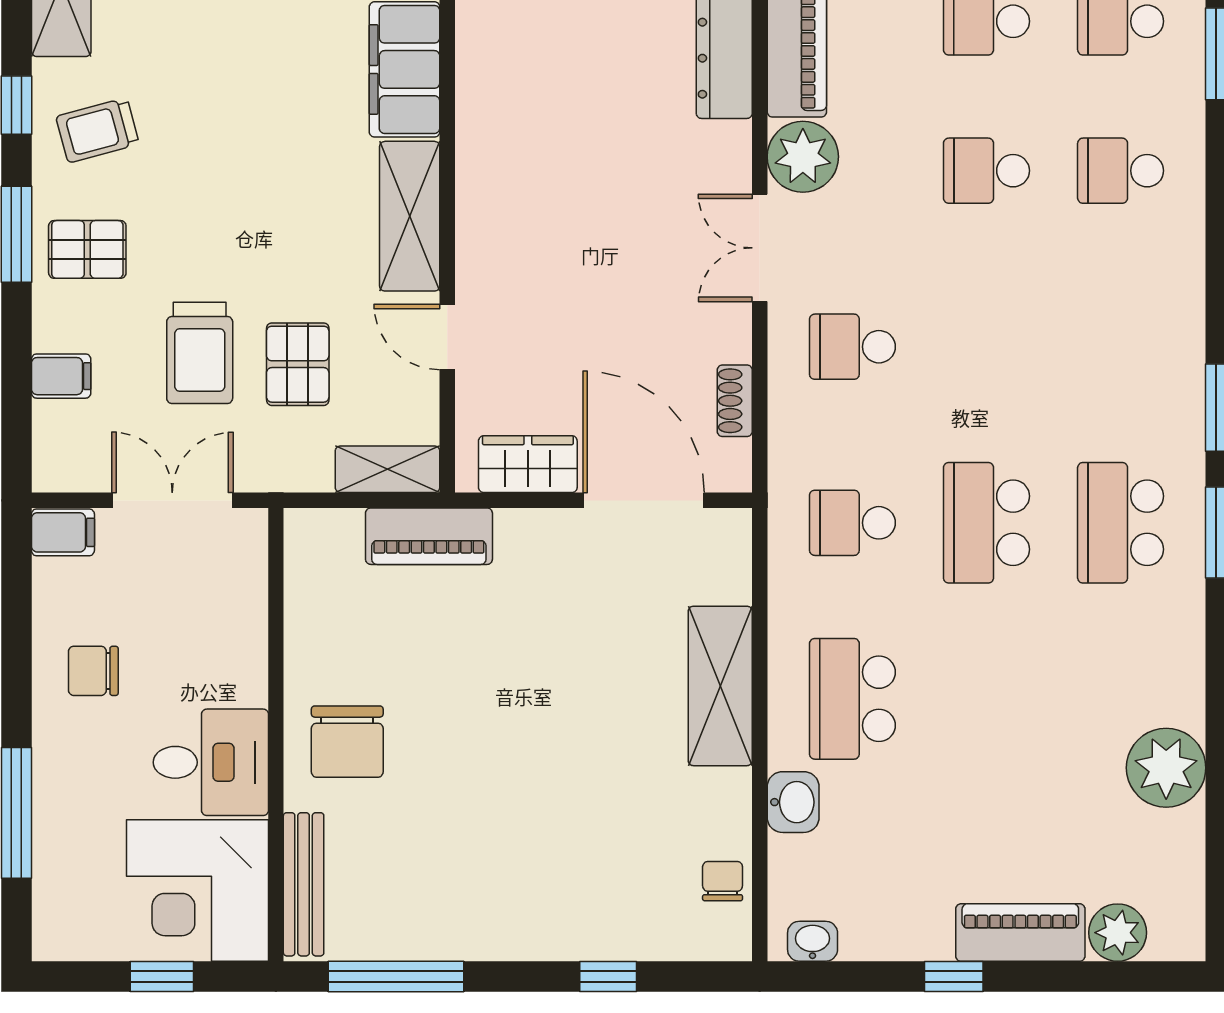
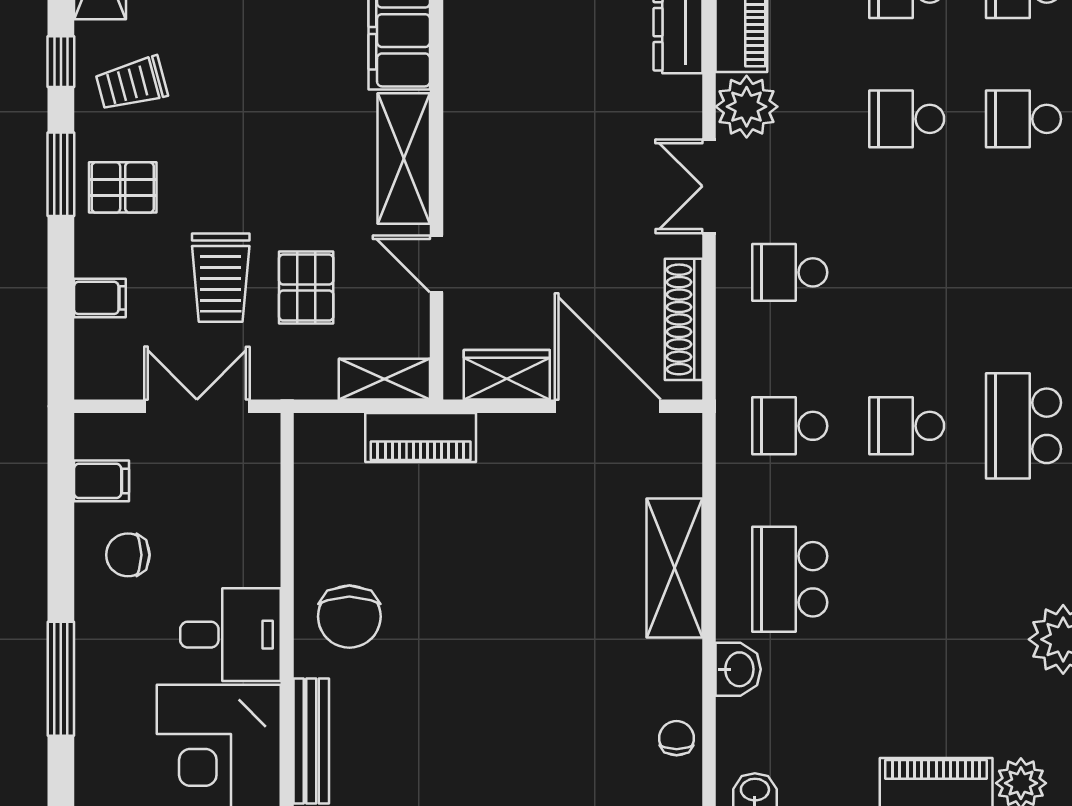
shoe rack: (735, 401) -> (684, 319), width x1.94, depth x1.24
school desk: (986, 523) -> (907, 426), width x0.54
filing cabinet: (63, 532) -> (101, 481), moved

